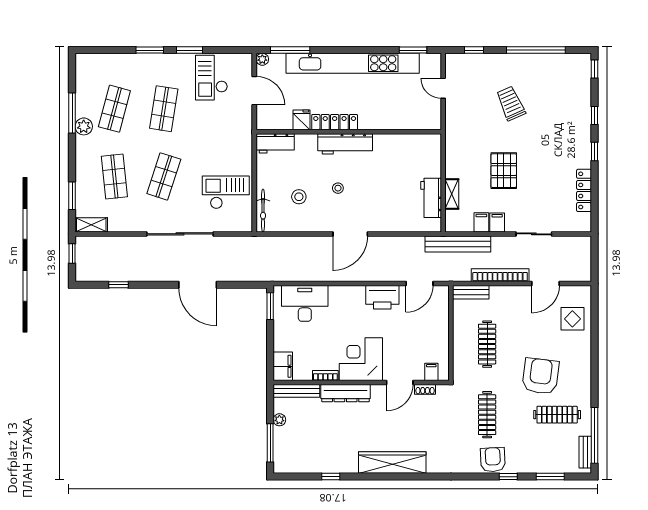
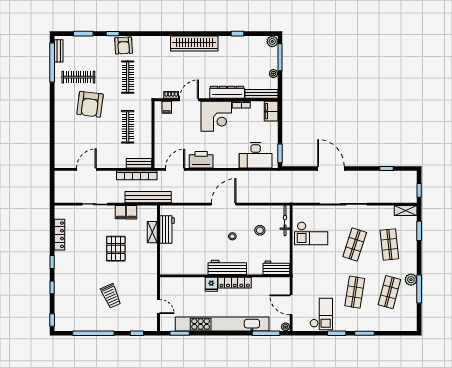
fridge: (301, 120) -> (211, 284), moved
bookcase: (500, 275) -> (137, 175), moved
display table: (572, 319) -> (68, 144), removed
plant: (281, 465) -> (272, 41), added

